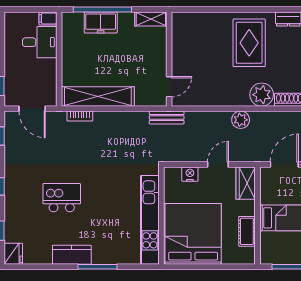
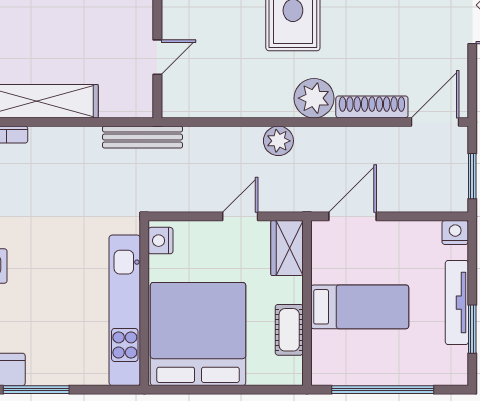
door: (169, 87) -> (157, 57), moved
bench: (167, 118) -> (142, 137), width x1.36
nightstand: (190, 174) -> (161, 241), moved, turned -90

